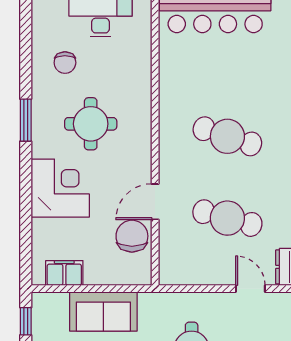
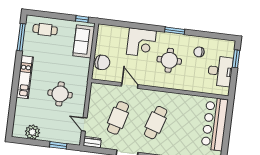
chair: (132, 236) -> (102, 62), moved
filing cabinet: (64, 273) -> (102, 40), removed
door: (250, 289) -> (84, 124), swing flipped
sofa: (103, 312) -> (84, 41), moved

